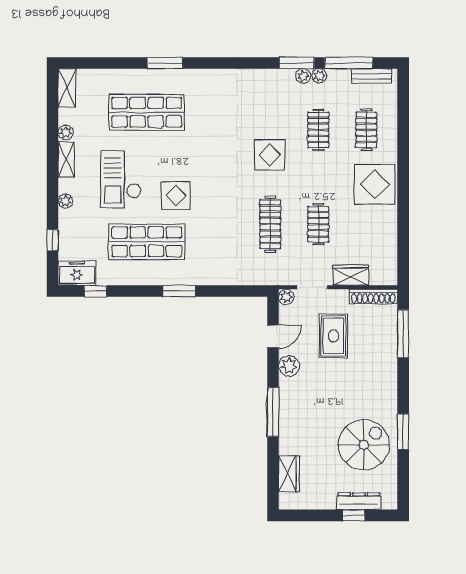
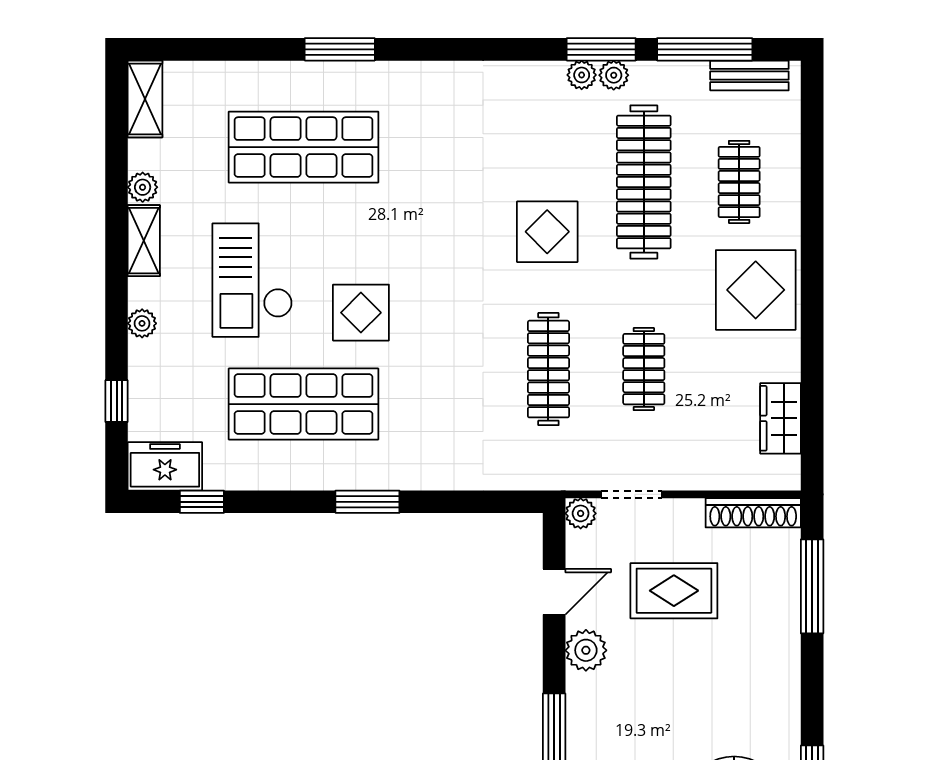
plant: (319, 76) -> (582, 75), moved
clothes rail: (318, 130) -> (644, 182), width x1.86, depth x1.31
wardrobe: (351, 275) -> (780, 418), moved, turned -90
rug: (333, 336) -> (674, 591), turned 90

